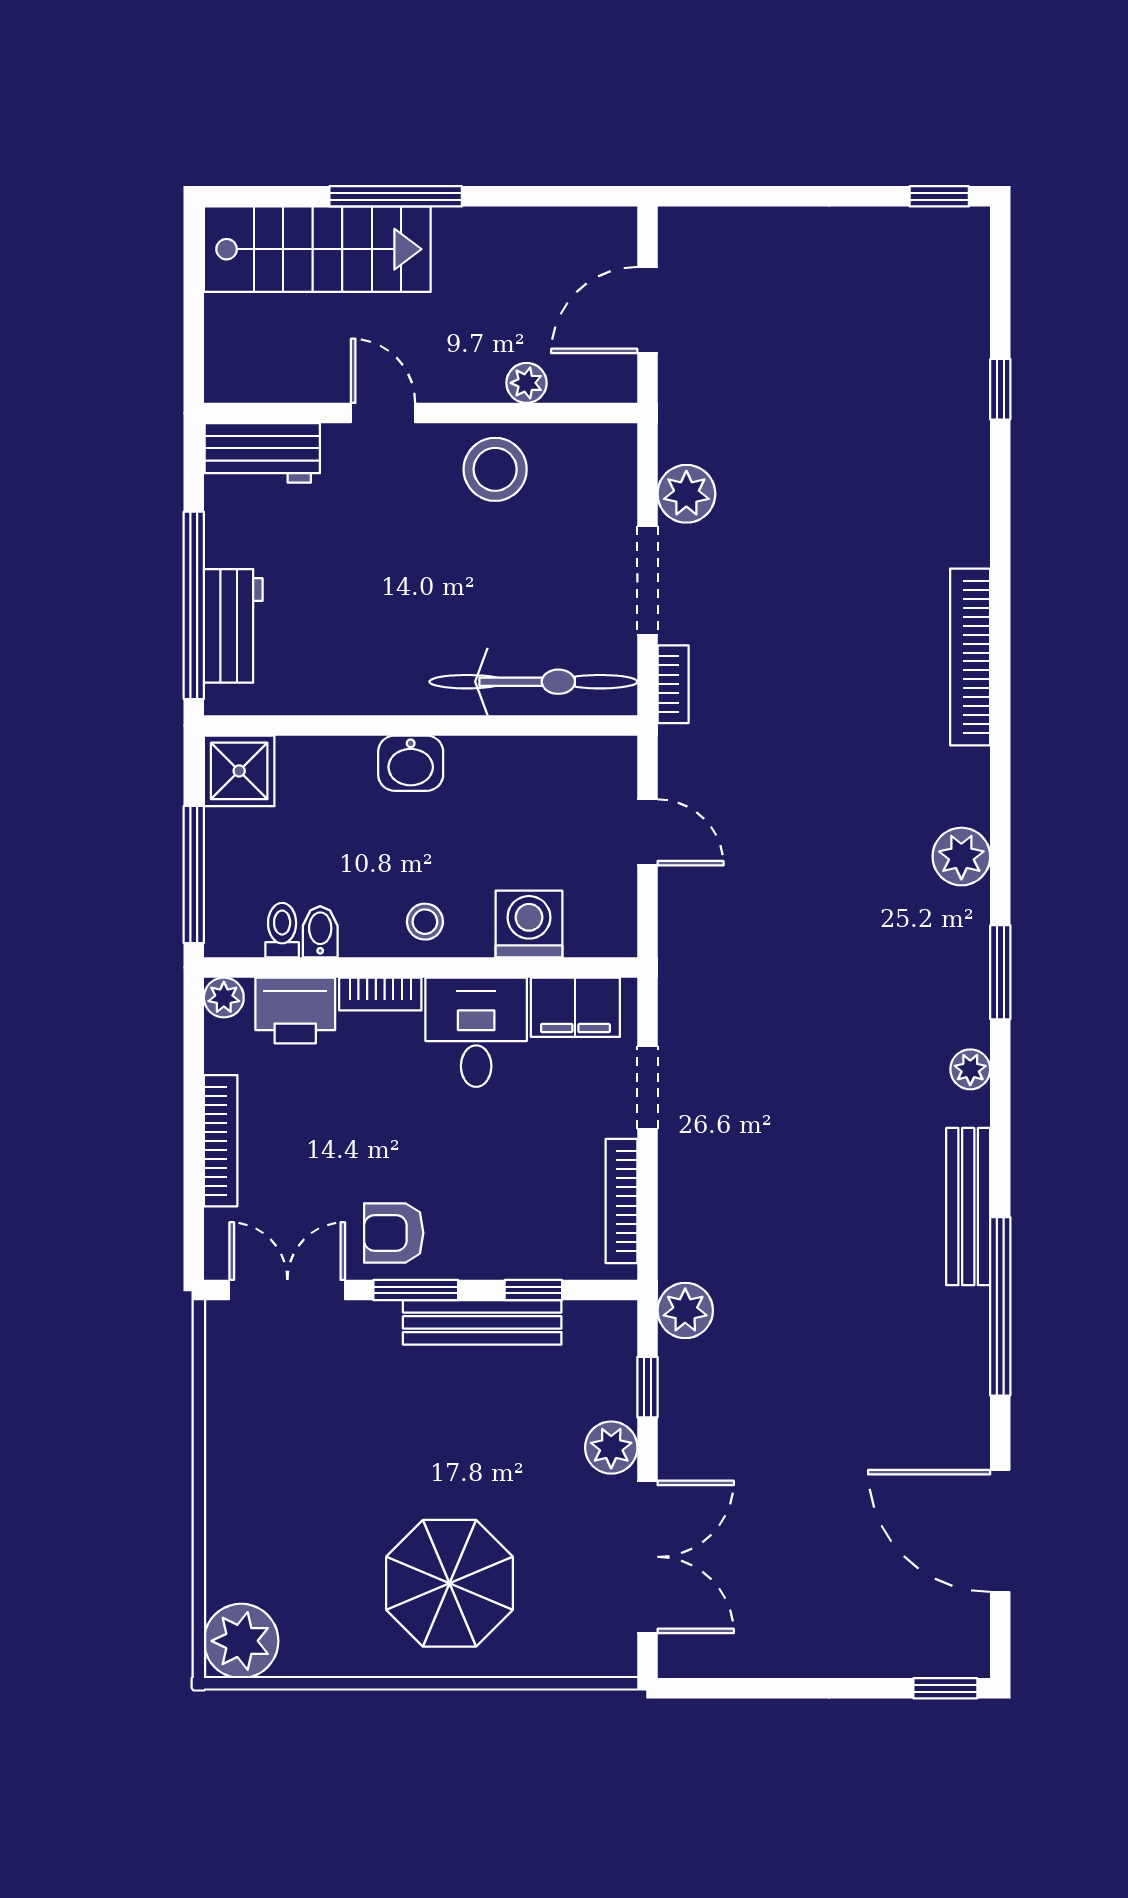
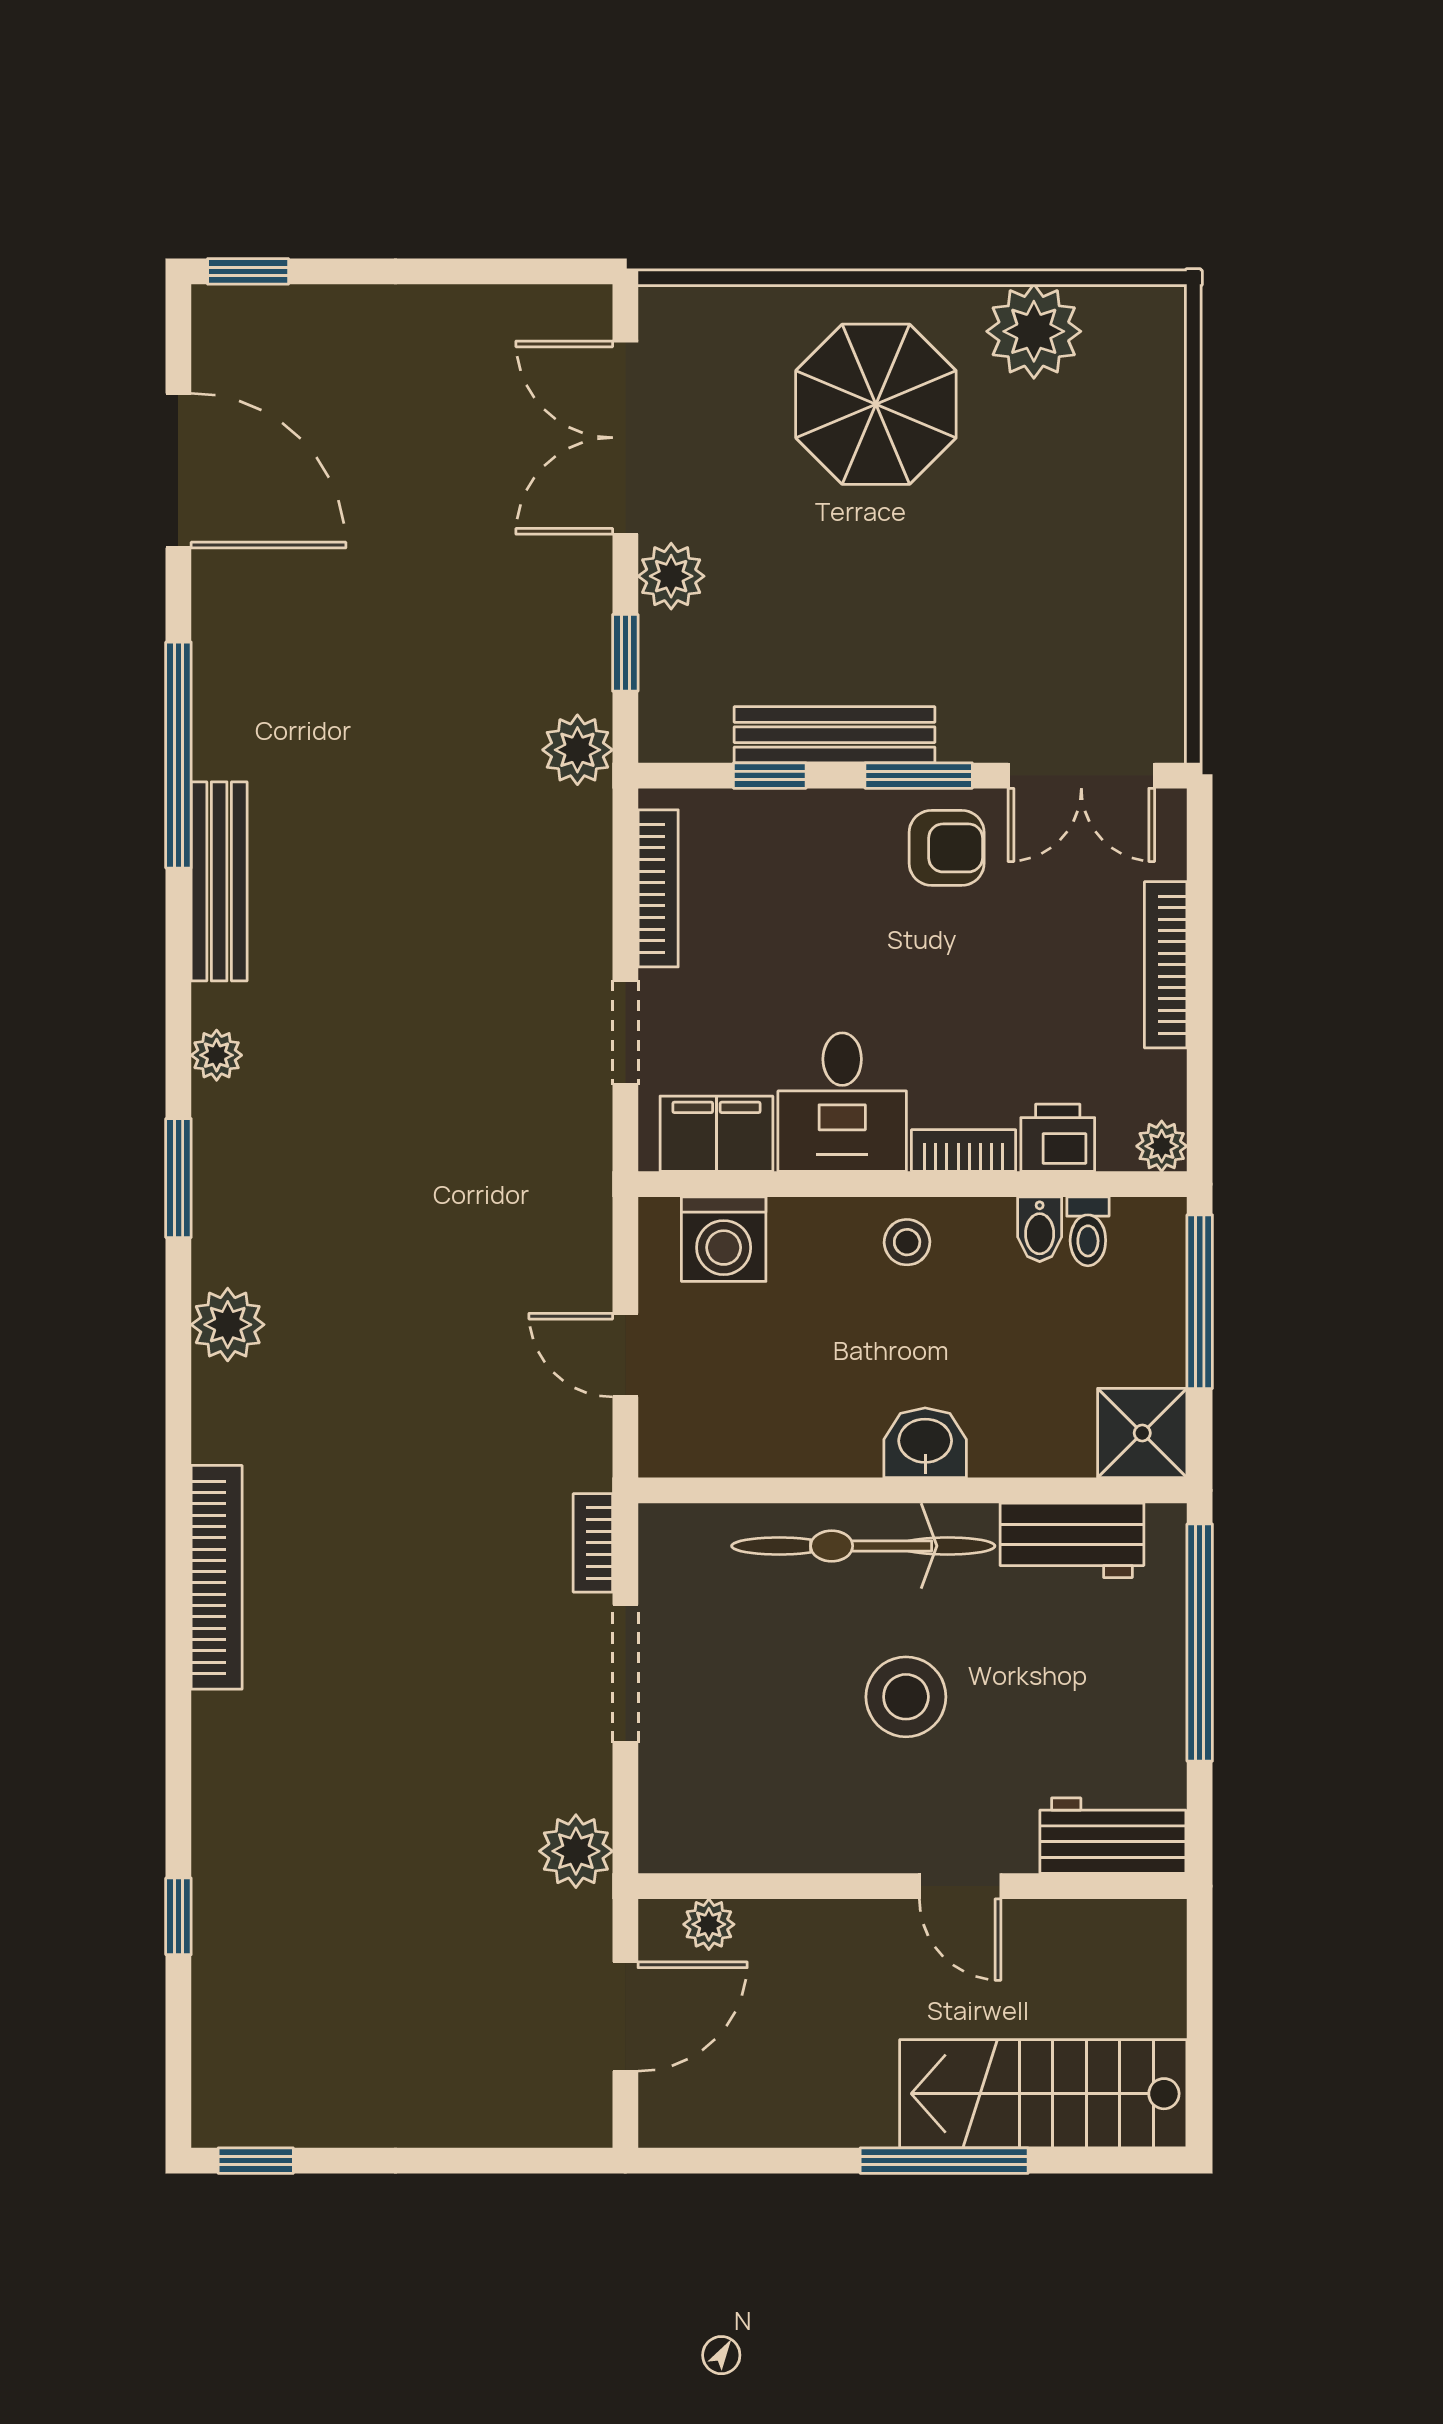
plant: (526, 383) -> (709, 1924), moved
stool: (495, 469) -> (906, 1697), moved
plant: (686, 494) -> (576, 1851), moved
workbench: (233, 626) -> (1072, 1540), moved, turned -90
bicycle: (533, 682) -> (863, 1546), moved
washing machine: (529, 924) -> (724, 1239), moved
printer: (295, 1010) -> (1058, 1138), width x0.73, depth x0.81
plant: (241, 1641) -> (1034, 331), moved

